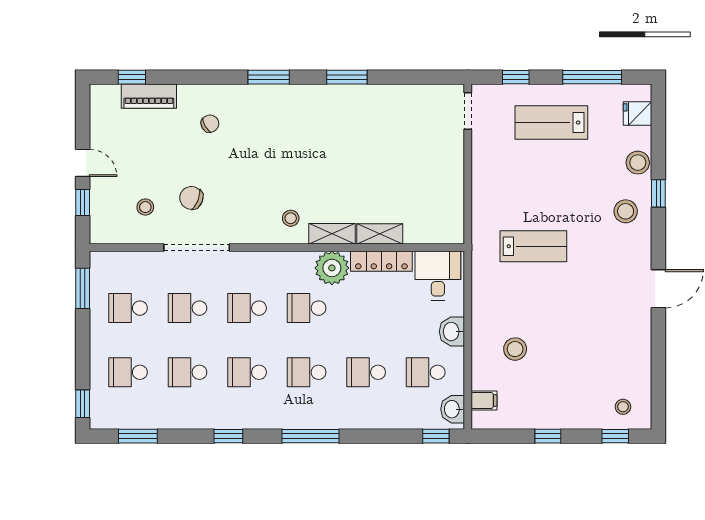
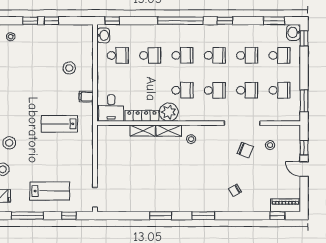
piano: (149, 96) -> (285, 205), moved
washbasin: (452, 332) -> (294, 32), moved, turned 180
filing cabinet: (484, 401) -> (86, 97), moved
window: (311, 436) -> (180, 21), width x1.46
window: (615, 436) -> (30, 21), moved

